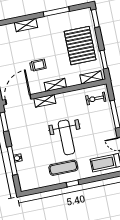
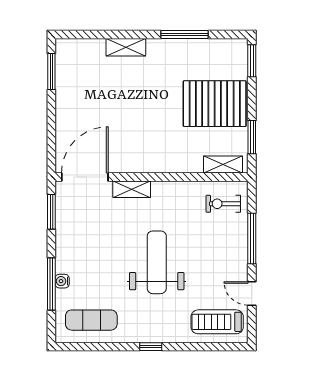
pallet: (80, 46) -> (215, 104), turned 90
trolley: (38, 65) -> (132, 123), removed
shelving: (55, 85) -> (156, 165), removed
weight bench: (66, 137) -> (157, 262), turned 180
exercise mat: (63, 168) -> (91, 320), moved

